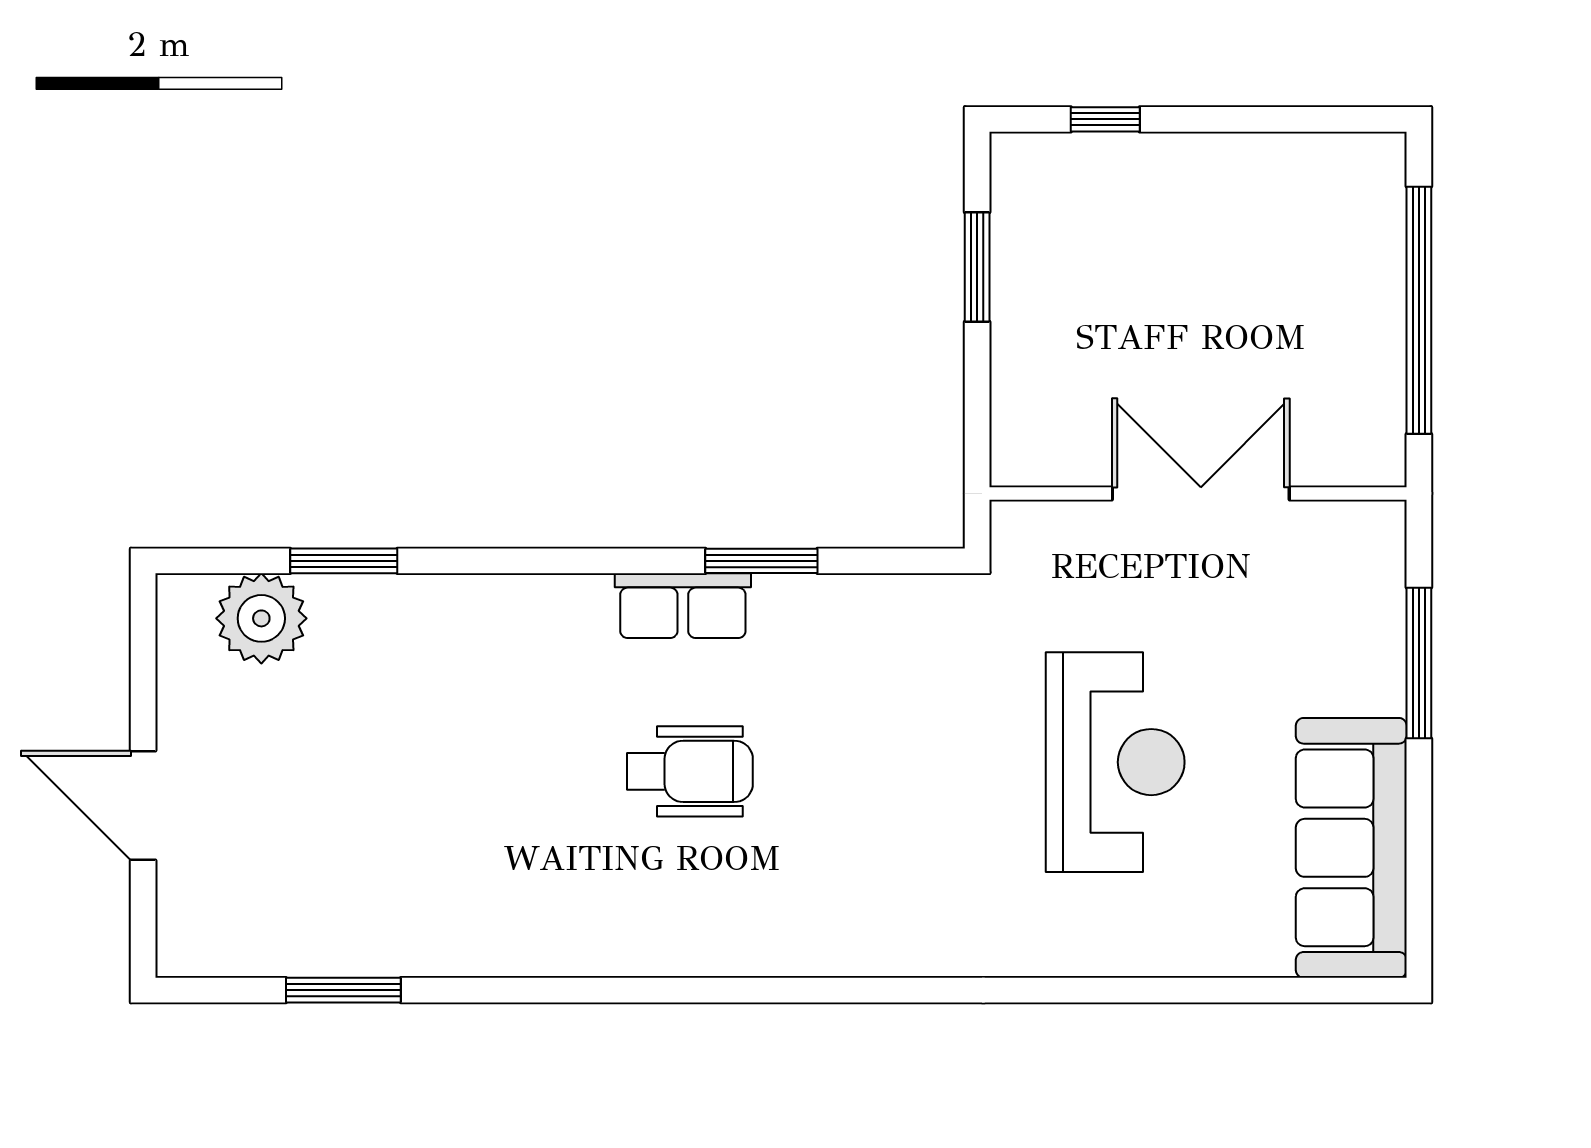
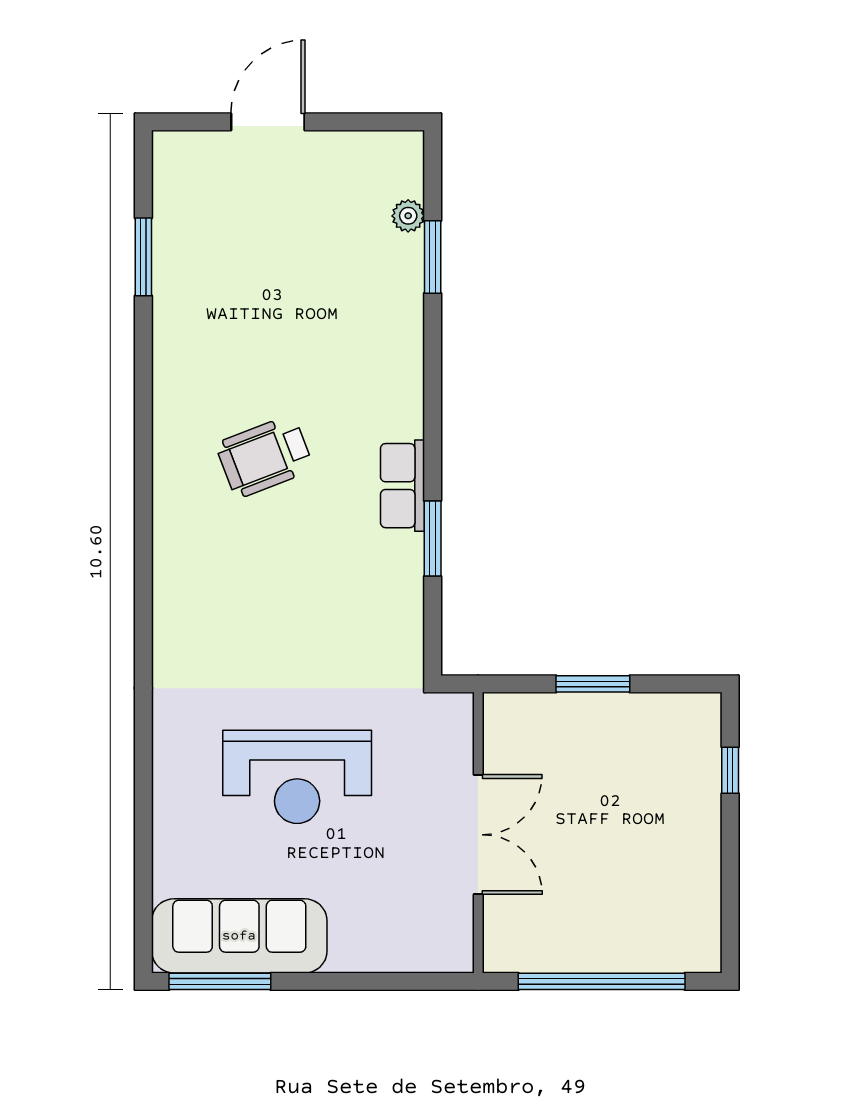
window: (977, 267) -> (593, 684), moved
plant: (261, 618) -> (408, 216), width x0.53, depth x0.53
window: (1419, 663) -> (220, 981), moved
wheelchair: (690, 771) -> (265, 457), moved, turned 69

